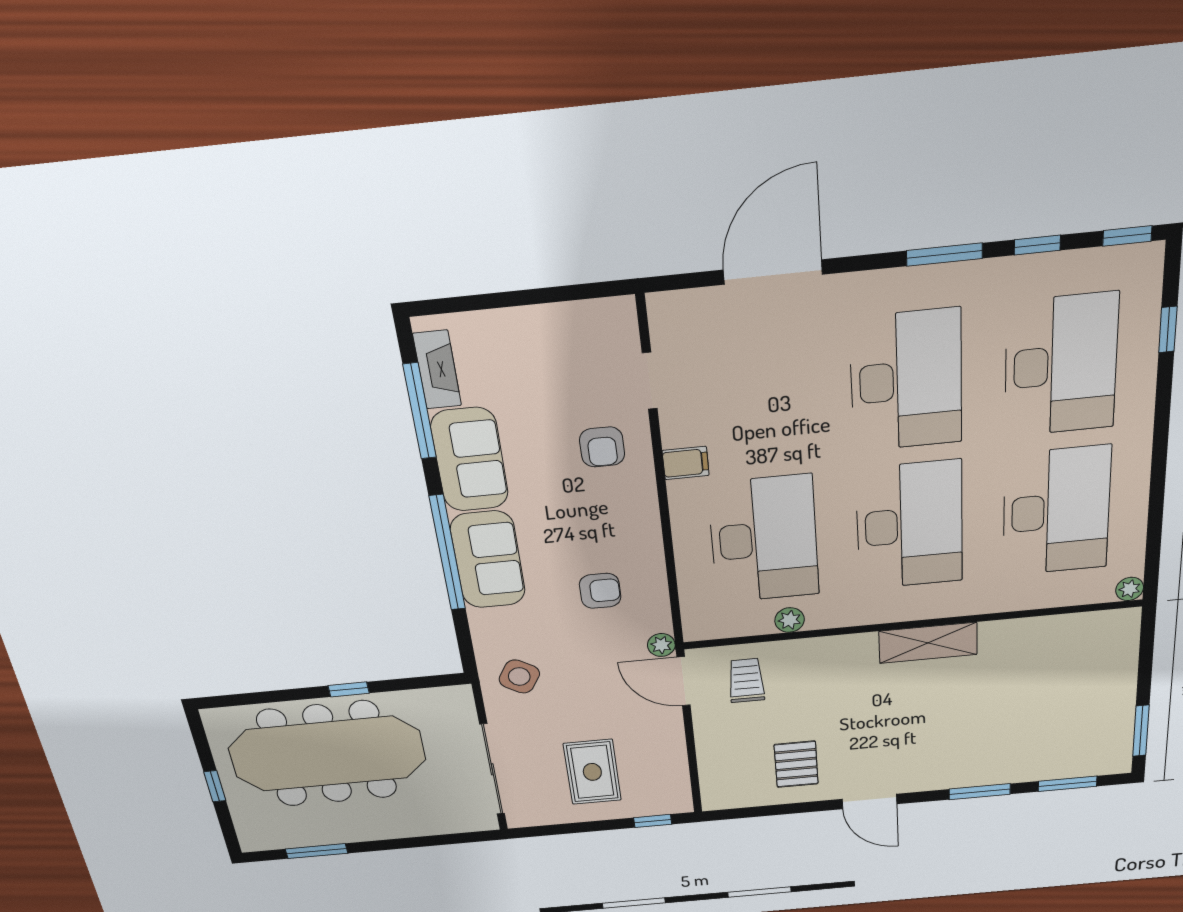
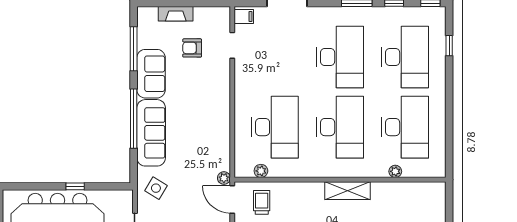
fireplace: (437, 370) -> (176, 14), moved, turned 90
armchair: (602, 447) -> (192, 48), moved, turned 90
filing cabinet: (686, 463) -> (244, 16), moved
sofa: (488, 560) -> (151, 133), width x1.36
plant: (1130, 589) -> (395, 171), moved
armchair: (600, 591) -> (199, 146), removed
plant: (790, 620) -> (261, 171), moved

